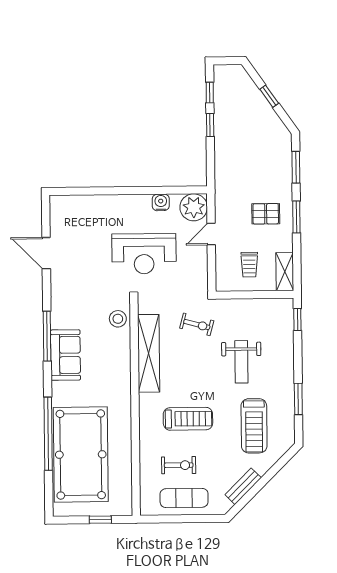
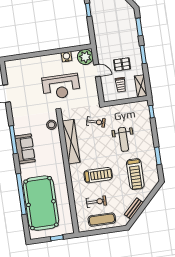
pallet: (266, 214) -> (122, 64), moved
door: (211, 234) -> (97, 71), swing flipped

